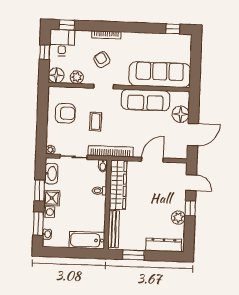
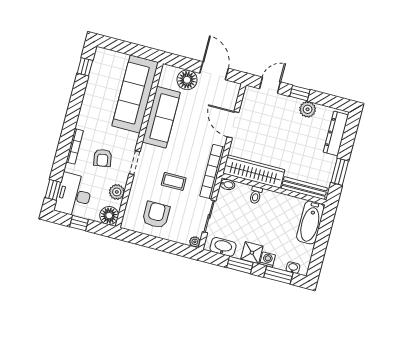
desk: (62, 43) -> (74, 195), width x1.37
armchair: (102, 60) -> (103, 158), turned -65

